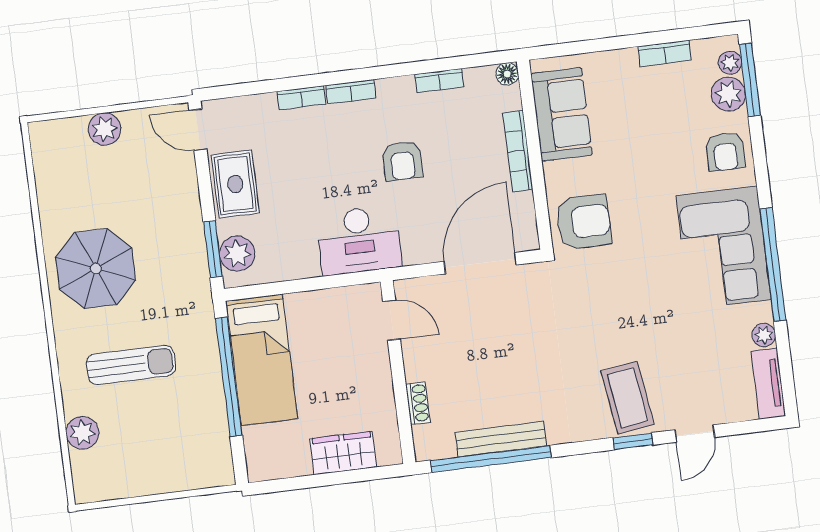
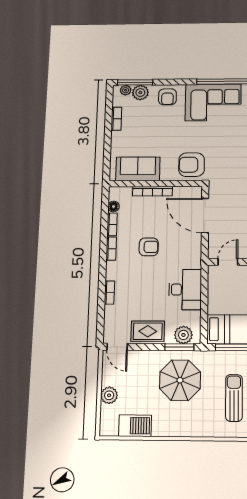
floor lamp: (507, 74) -> (114, 206), moved
bookcase: (351, 92) -> (111, 249), moved
door: (198, 130) -> (117, 347), hinge flipped
armchair: (725, 152) -> (167, 97), turned 90
barbecue: (55, 187) -> (135, 426), added
armchair: (584, 222) -> (192, 165), turned -90
desk: (359, 240) -> (185, 290), moved
parasol: (96, 268) -> (180, 380), moved

